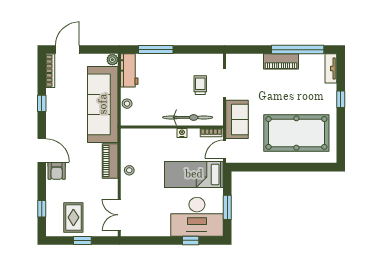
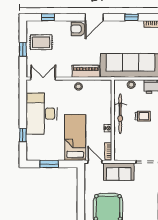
trolley: (200, 85) -> (143, 116), moved
bicycle: (188, 117) -> (120, 114), moved
desk: (197, 217) -> (42, 114), moved

